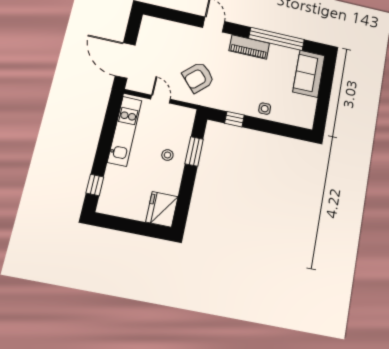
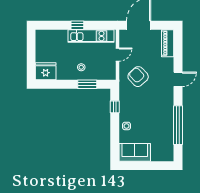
piano: (249, 47) -> (168, 43), moved
sofa: (309, 74) -> (135, 152), moved
window: (95, 185) -> (77, 25), moved

